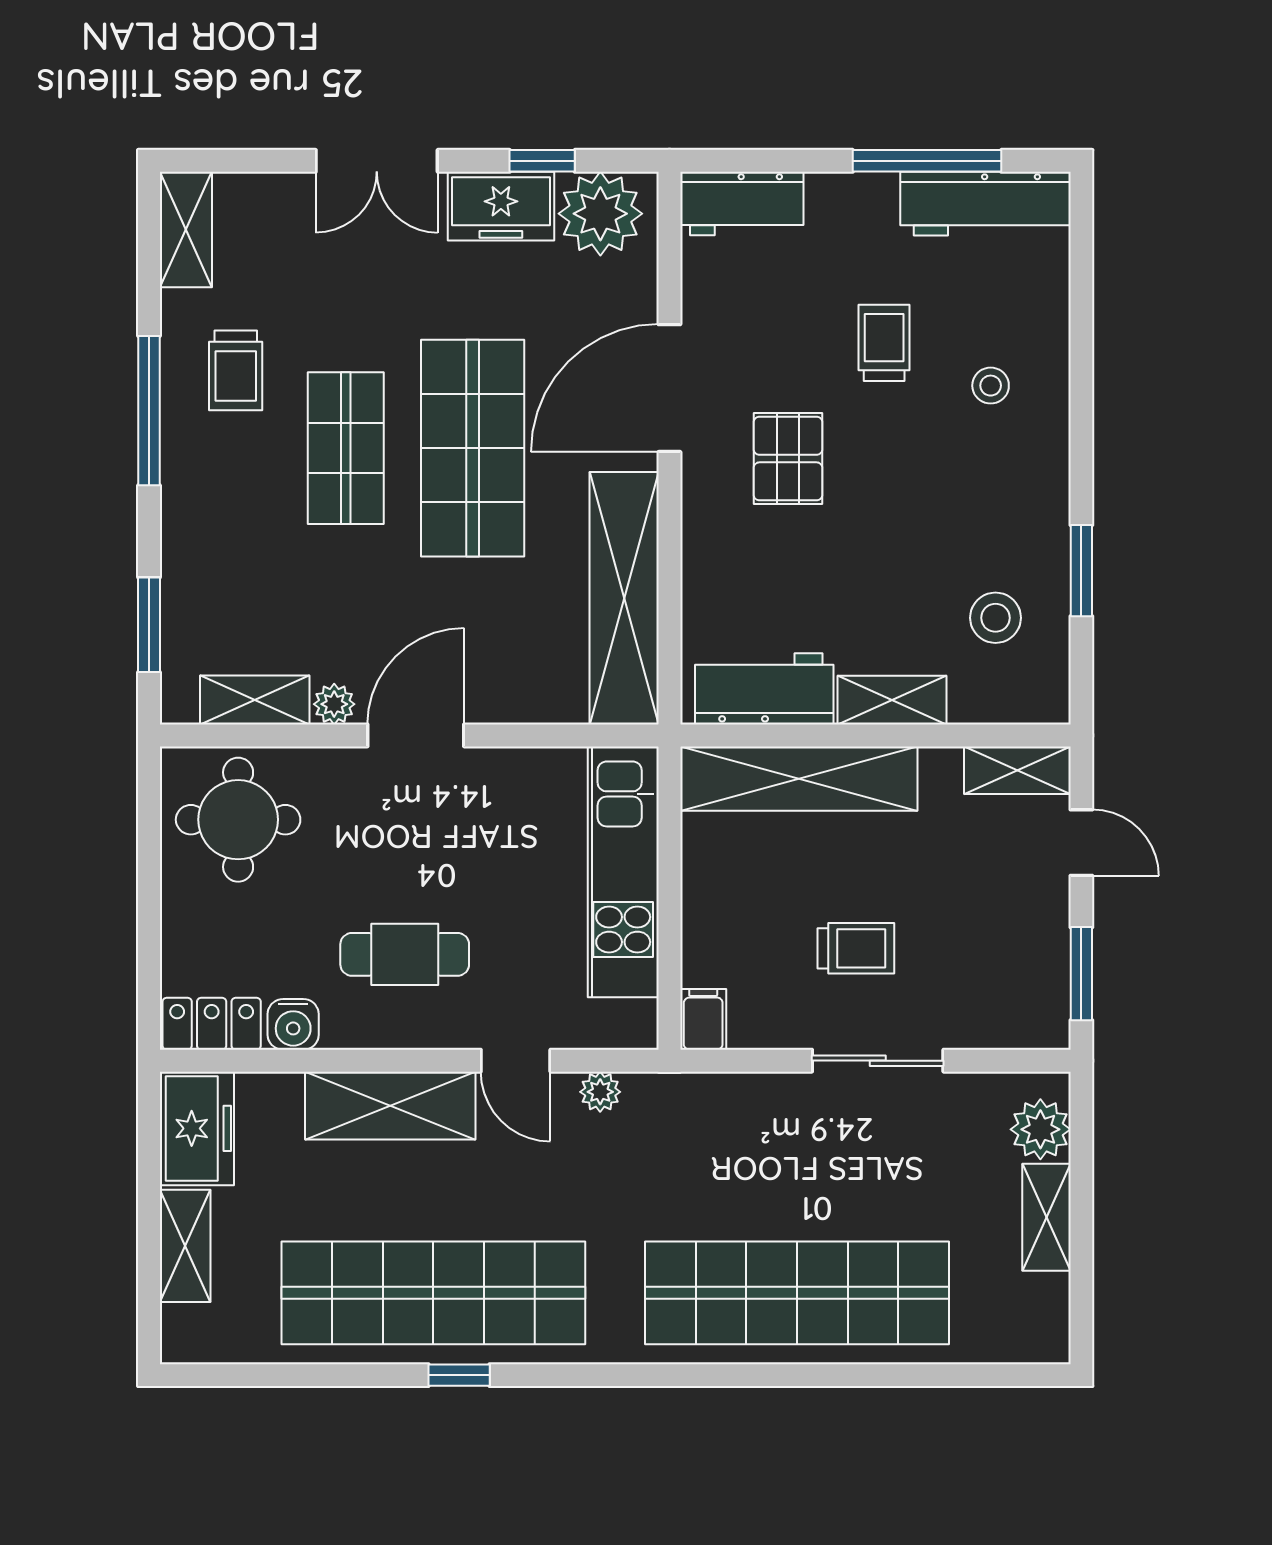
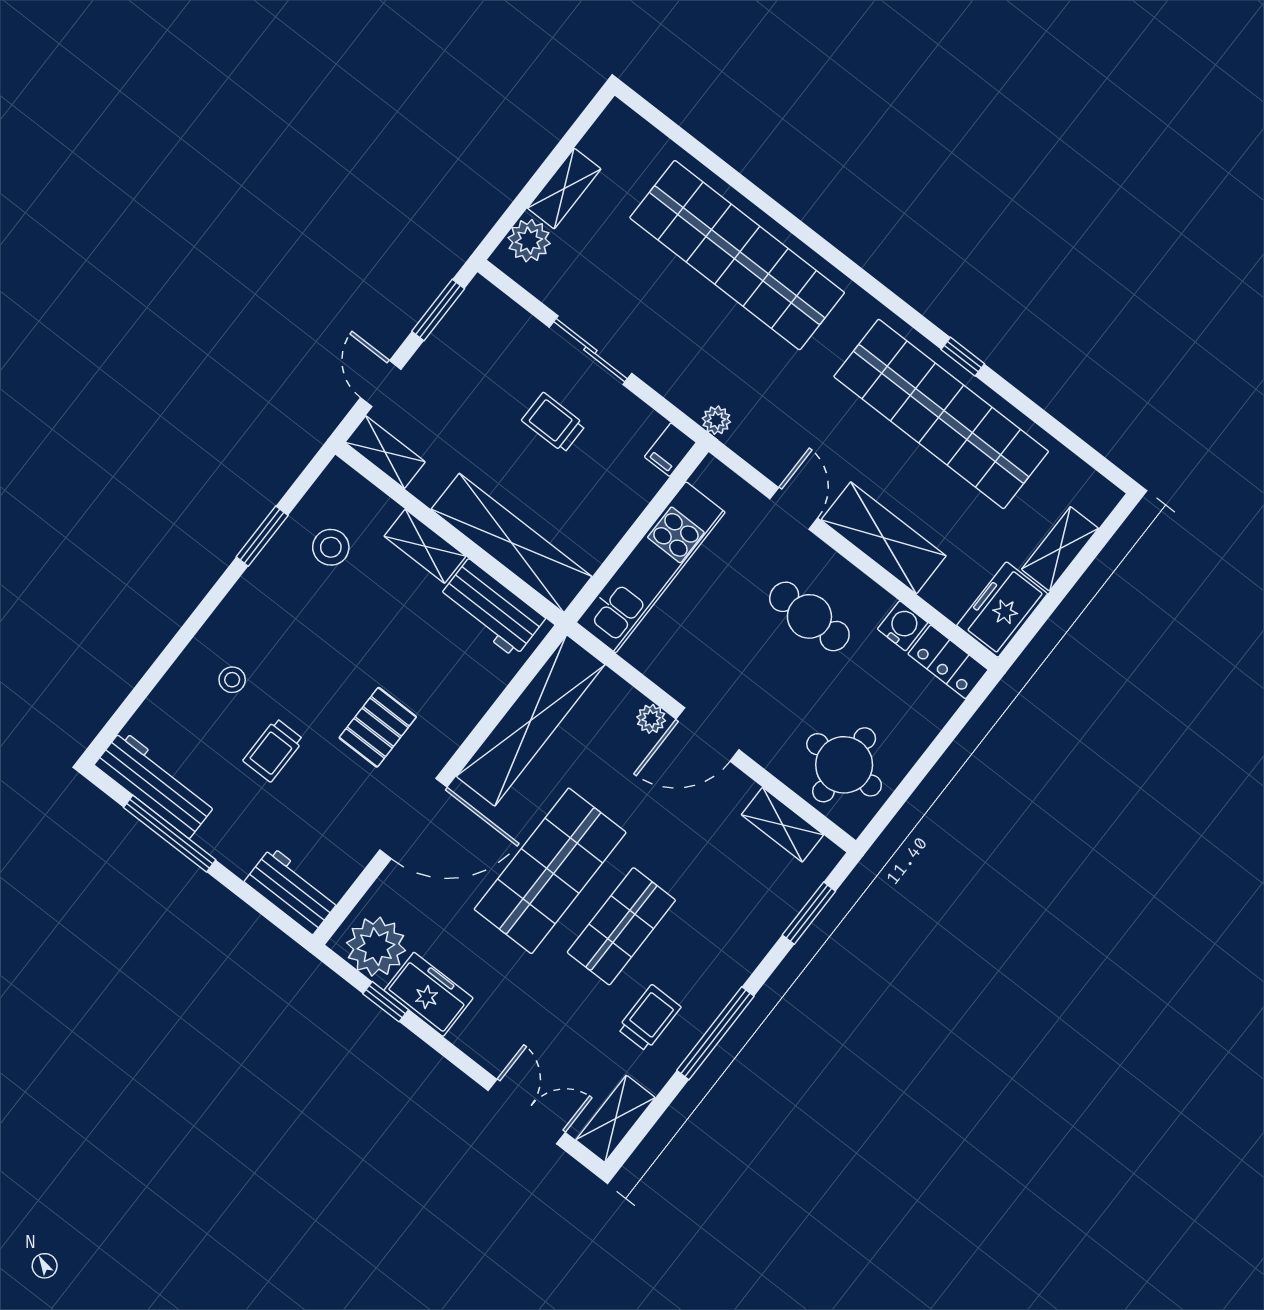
double door: (377, 161) -> (527, 1112), moved
plant: (334, 704) -> (651, 719), moved
plant: (600, 1092) -> (716, 420), moved

